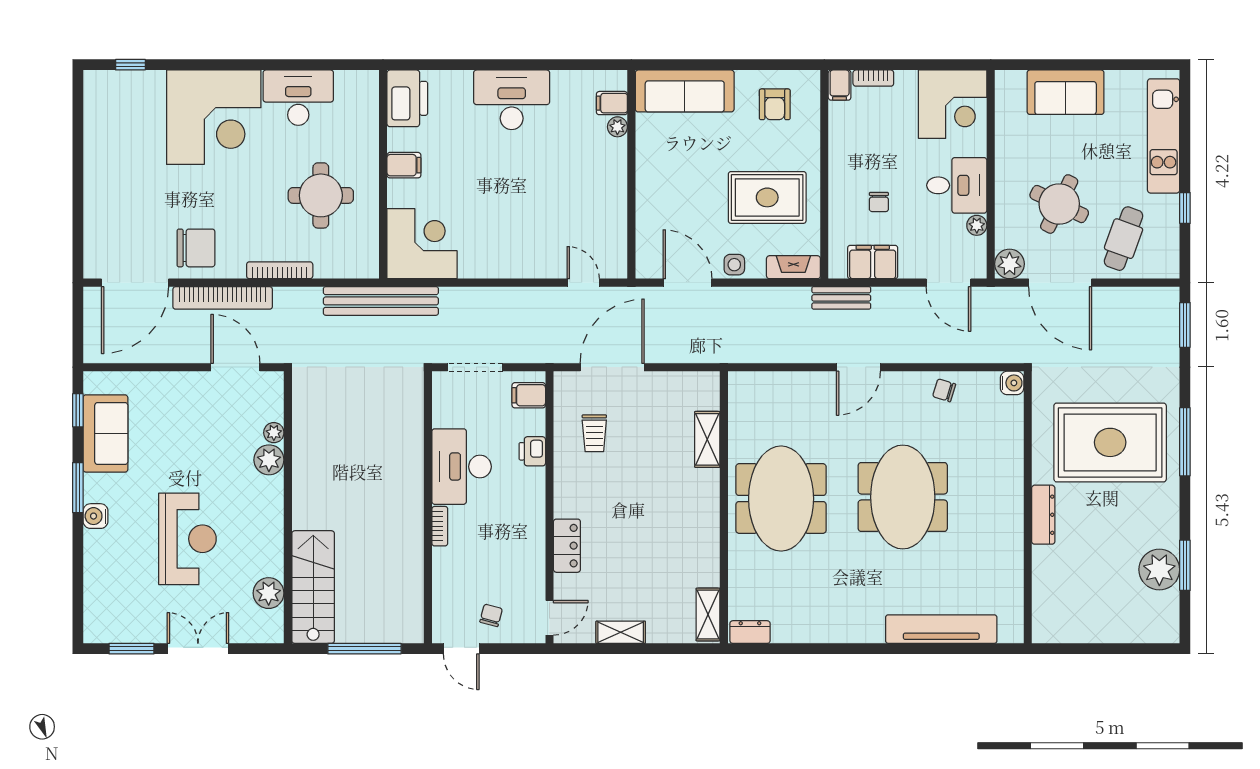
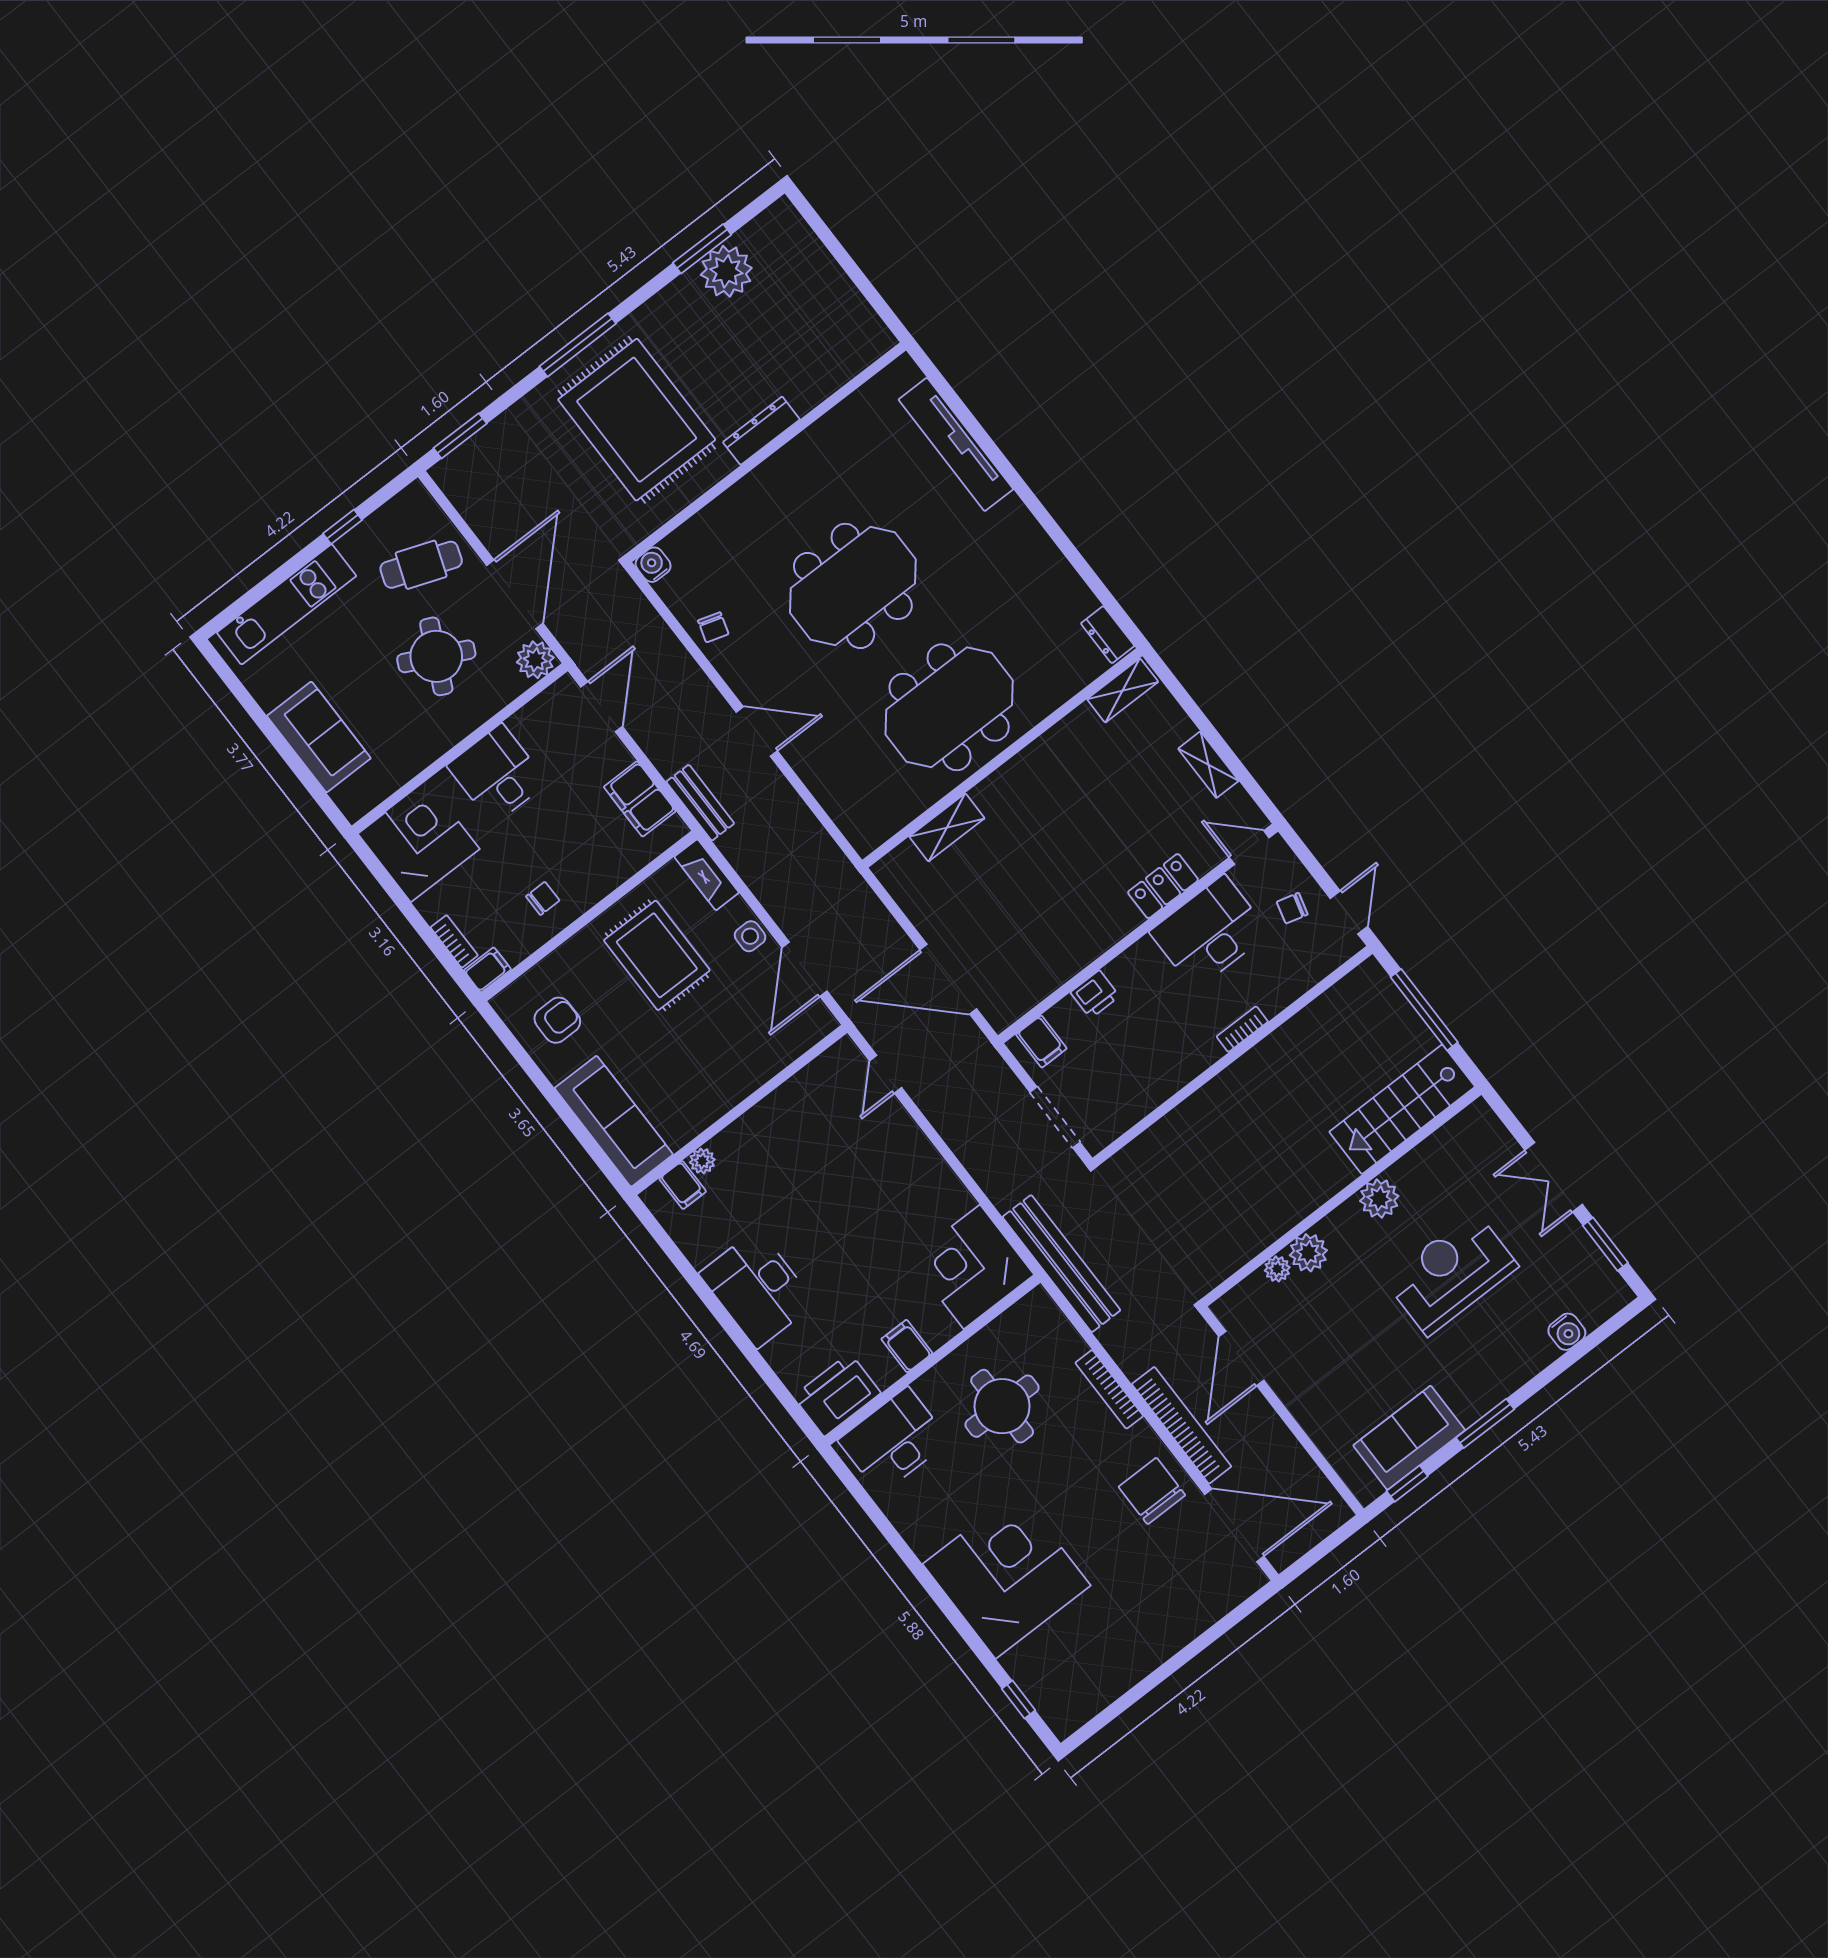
desk: (298, 98) -> (894, 1441), moved, turned 90
chair: (879, 202) -> (543, 898), moved
plant: (977, 225) -> (522, 723), removed
trolley: (594, 433) -> (1029, 946), removed
desk: (462, 467) -> (1209, 932), moved, turned 180
water cooler: (96, 516) -> (1567, 1332), moved
plant: (269, 593) -> (1379, 1199), moved

